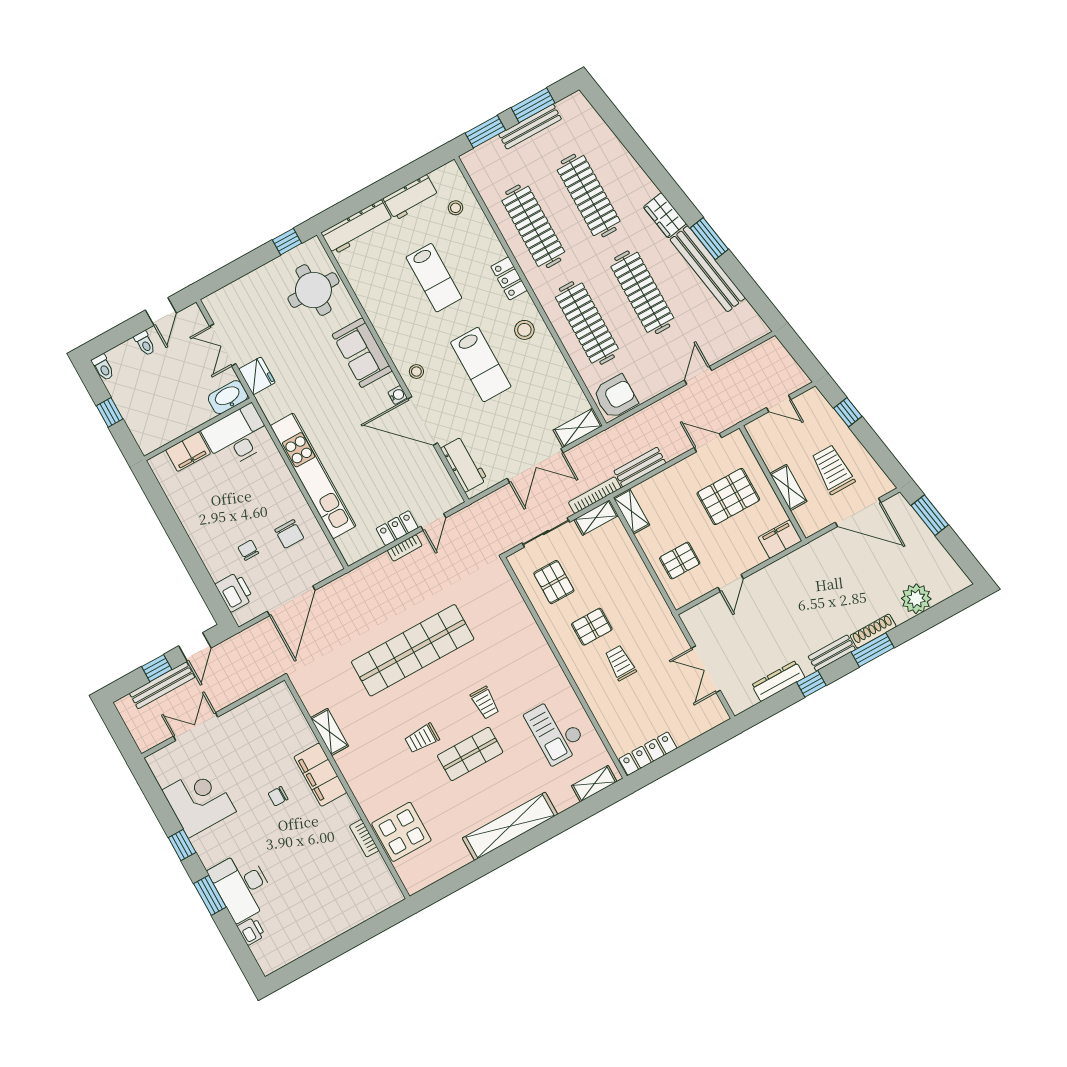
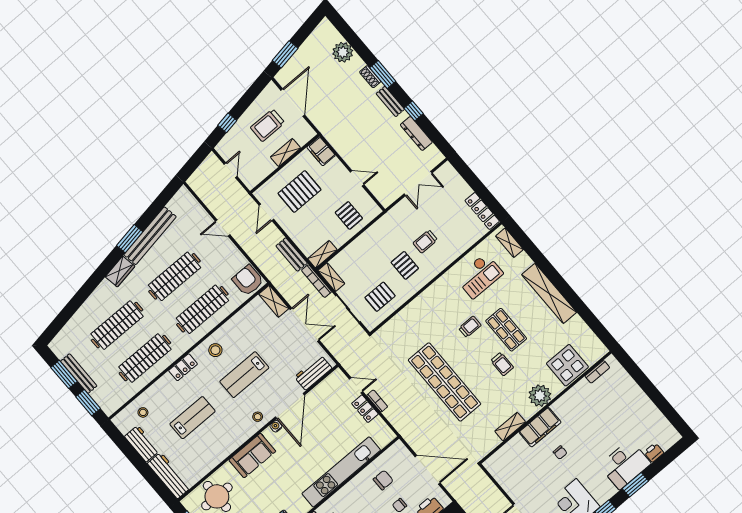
lab bench: (481, 365) -> (244, 375), turned 180
pallet: (728, 496) -> (300, 191), turned 90
shoe rack: (873, 631) -> (370, 77), width x0.70
plant: (366, 783) -> (540, 396), added
bookcase: (364, 838) -> (597, 372), moved

